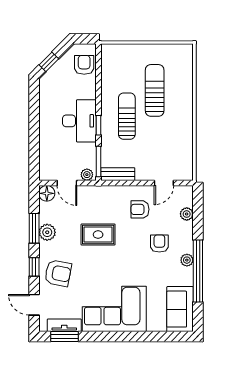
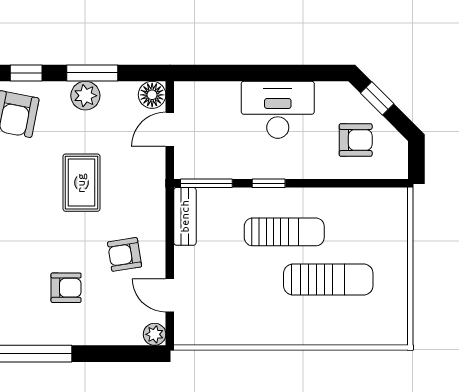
armchair: (84, 65) -> (356, 140), moved
desk: (79, 121) -> (278, 110), moved, turned 180
plant: (87, 175) -> (184, 163), removed
armchair: (140, 209) -> (125, 254), turned -99
plant: (187, 214) -> (155, 334), moved
plant: (187, 260) -> (38, 335), removed

